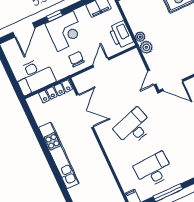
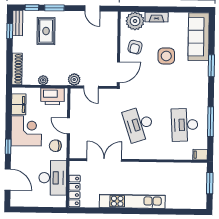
corner desk: (65, 31) -> (26, 131), moved
plant: (140, 37) -> (43, 80), moved
desk: (34, 76) -> (53, 178), moved
door: (152, 78) -> (91, 87), moved
locker: (56, 91) -> (74, 191), moved

